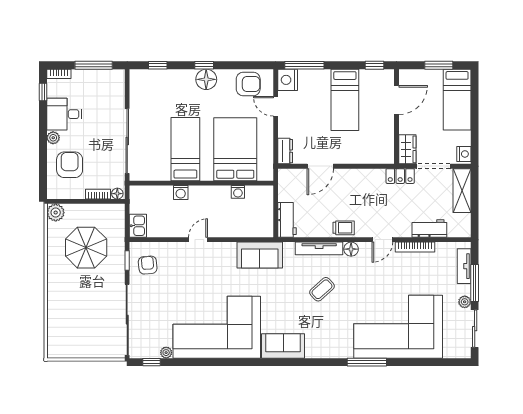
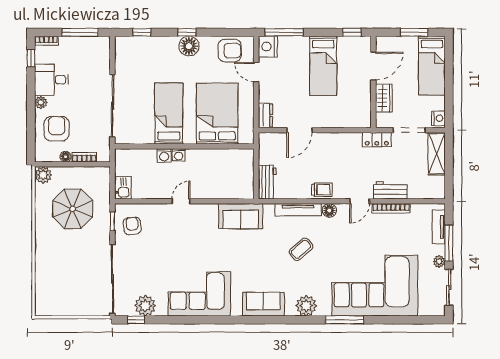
wardrobe: (407, 149) -> (384, 98), moved
washing machine: (238, 192) -> (179, 155), moved
floor lamp: (117, 194) -> (66, 157), moved
workbench: (429, 229) -> (390, 190), moved
corner sofa: (217, 327) -> (199, 294), width x0.73, depth x0.74
plant: (327, 348) -> (306, 306), added
plant: (166, 353) -> (145, 306), width x1.88, depth x1.88

